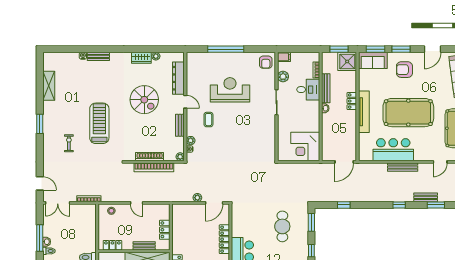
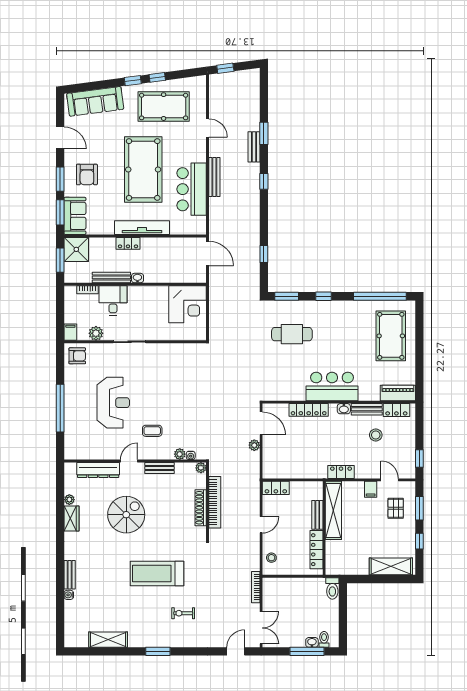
reception desk: (230, 90) -> (113, 403), turned 180
locker: (165, 230) -> (276, 488), moved
locker: (112, 245) -> (316, 550), width x1.53

